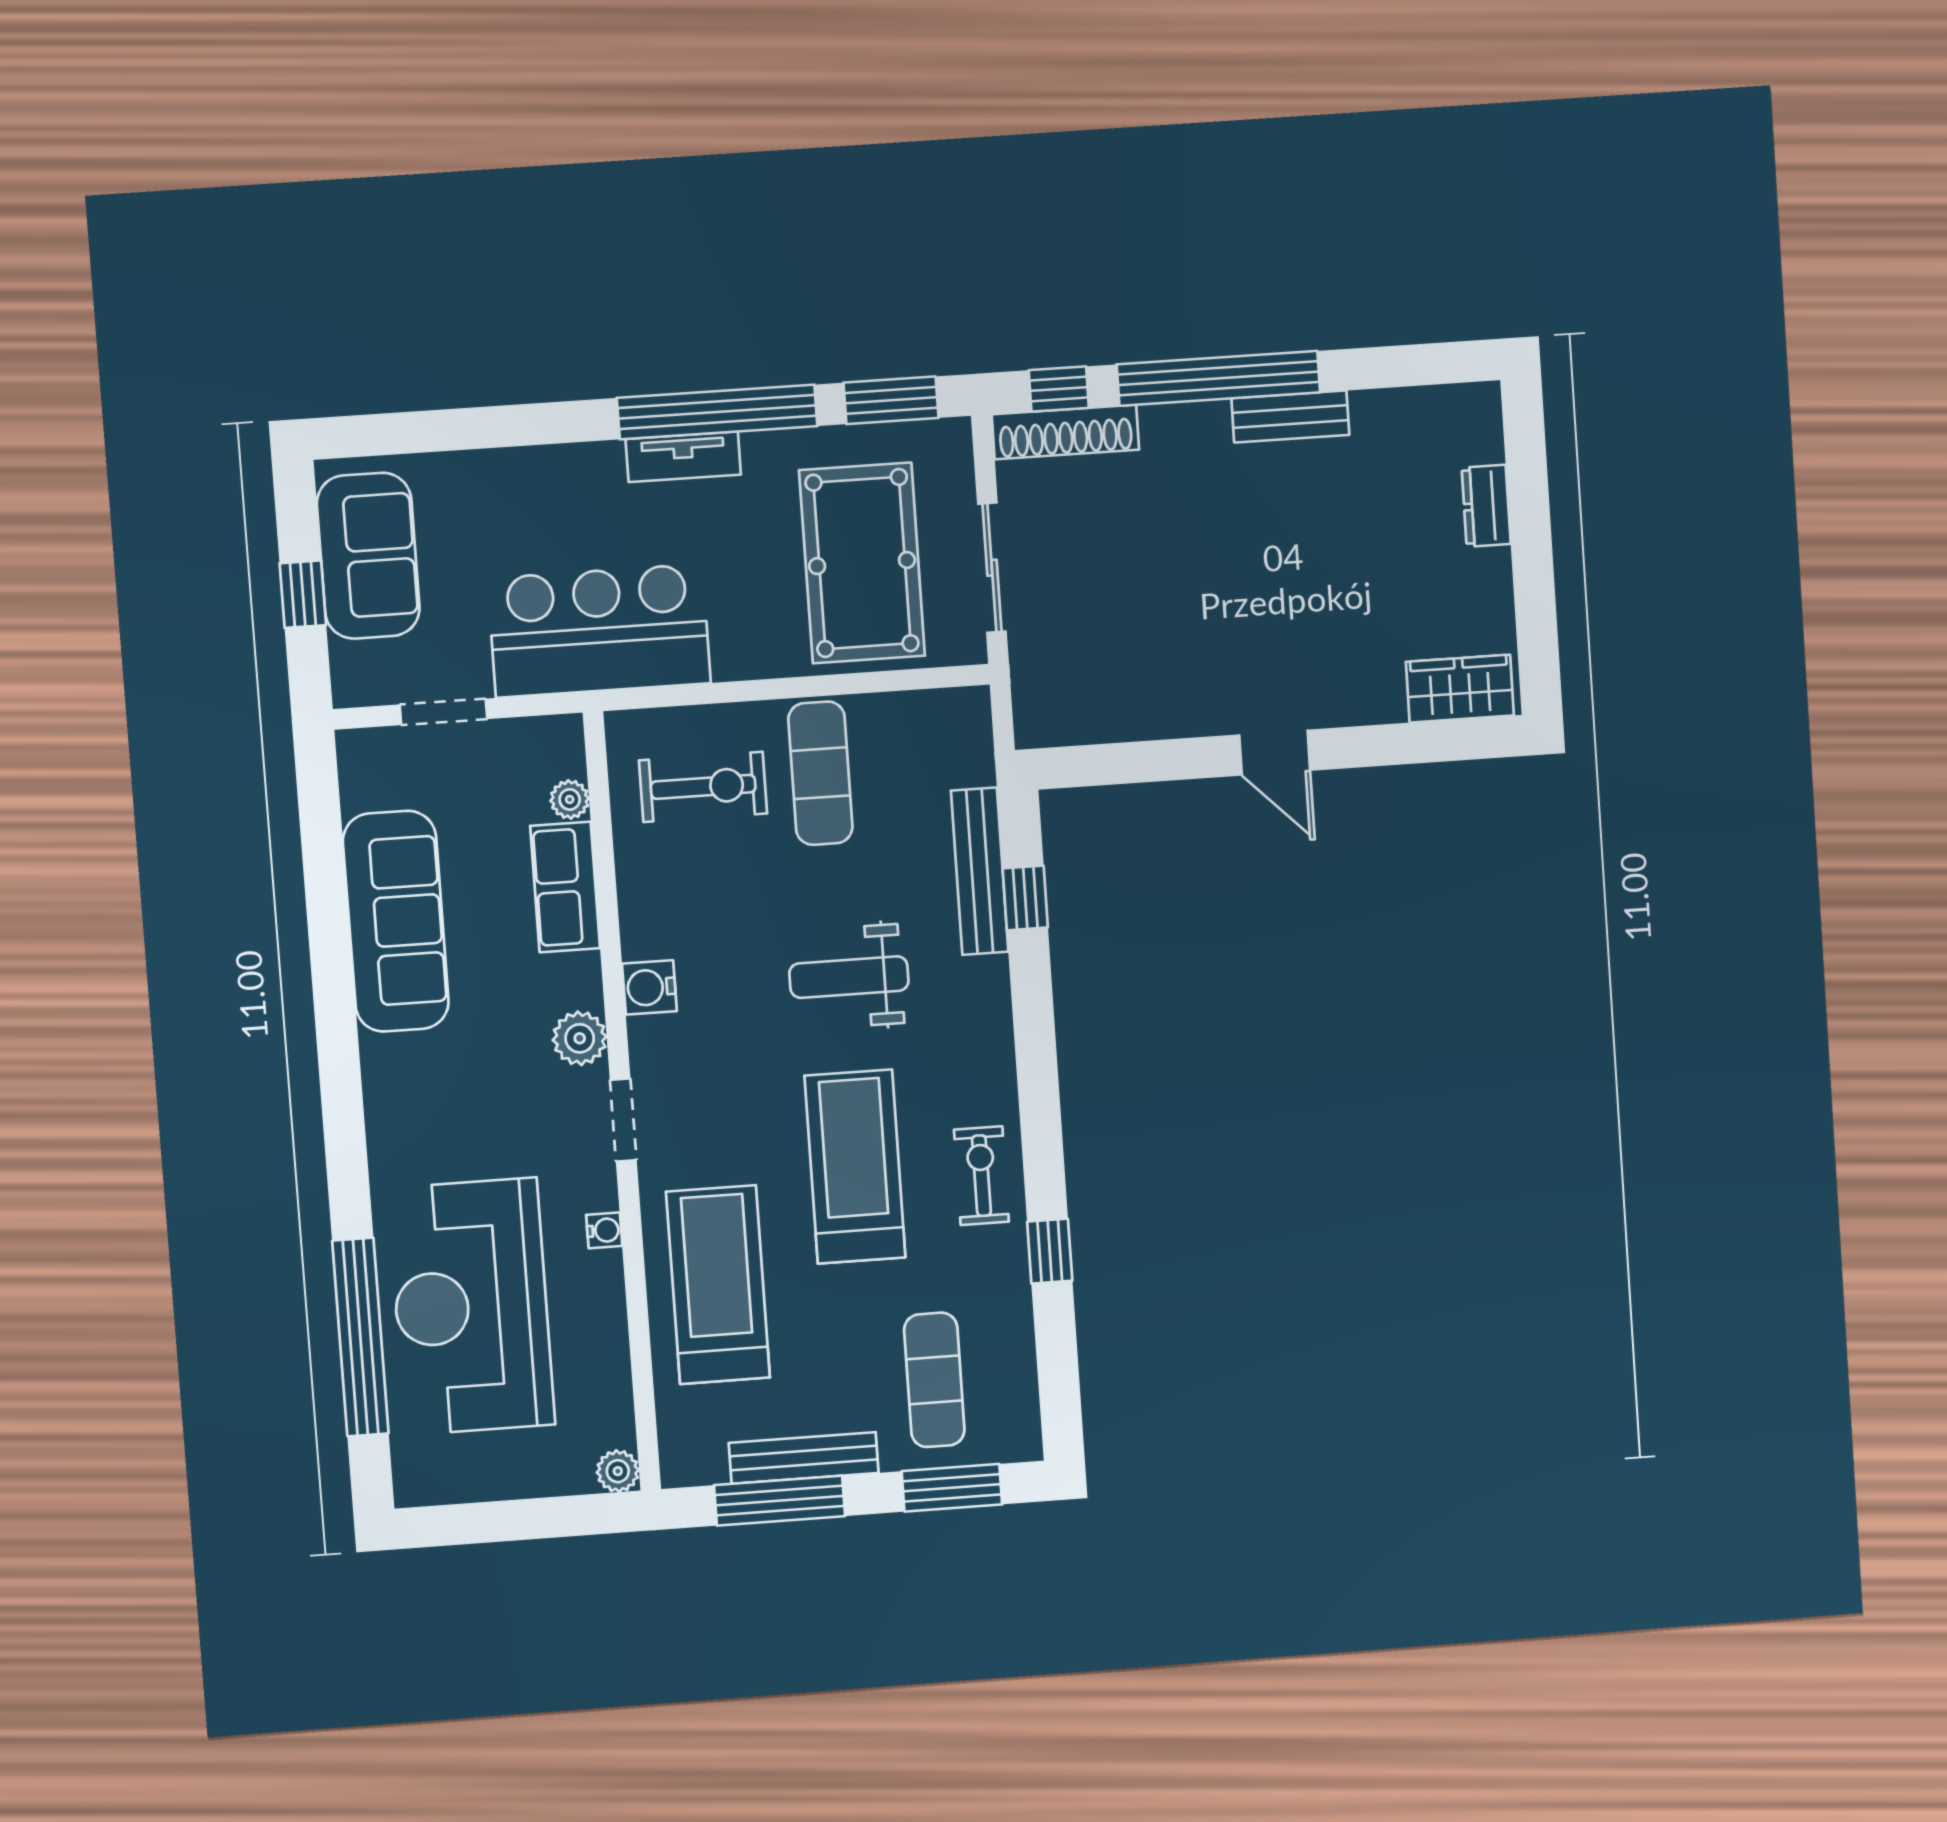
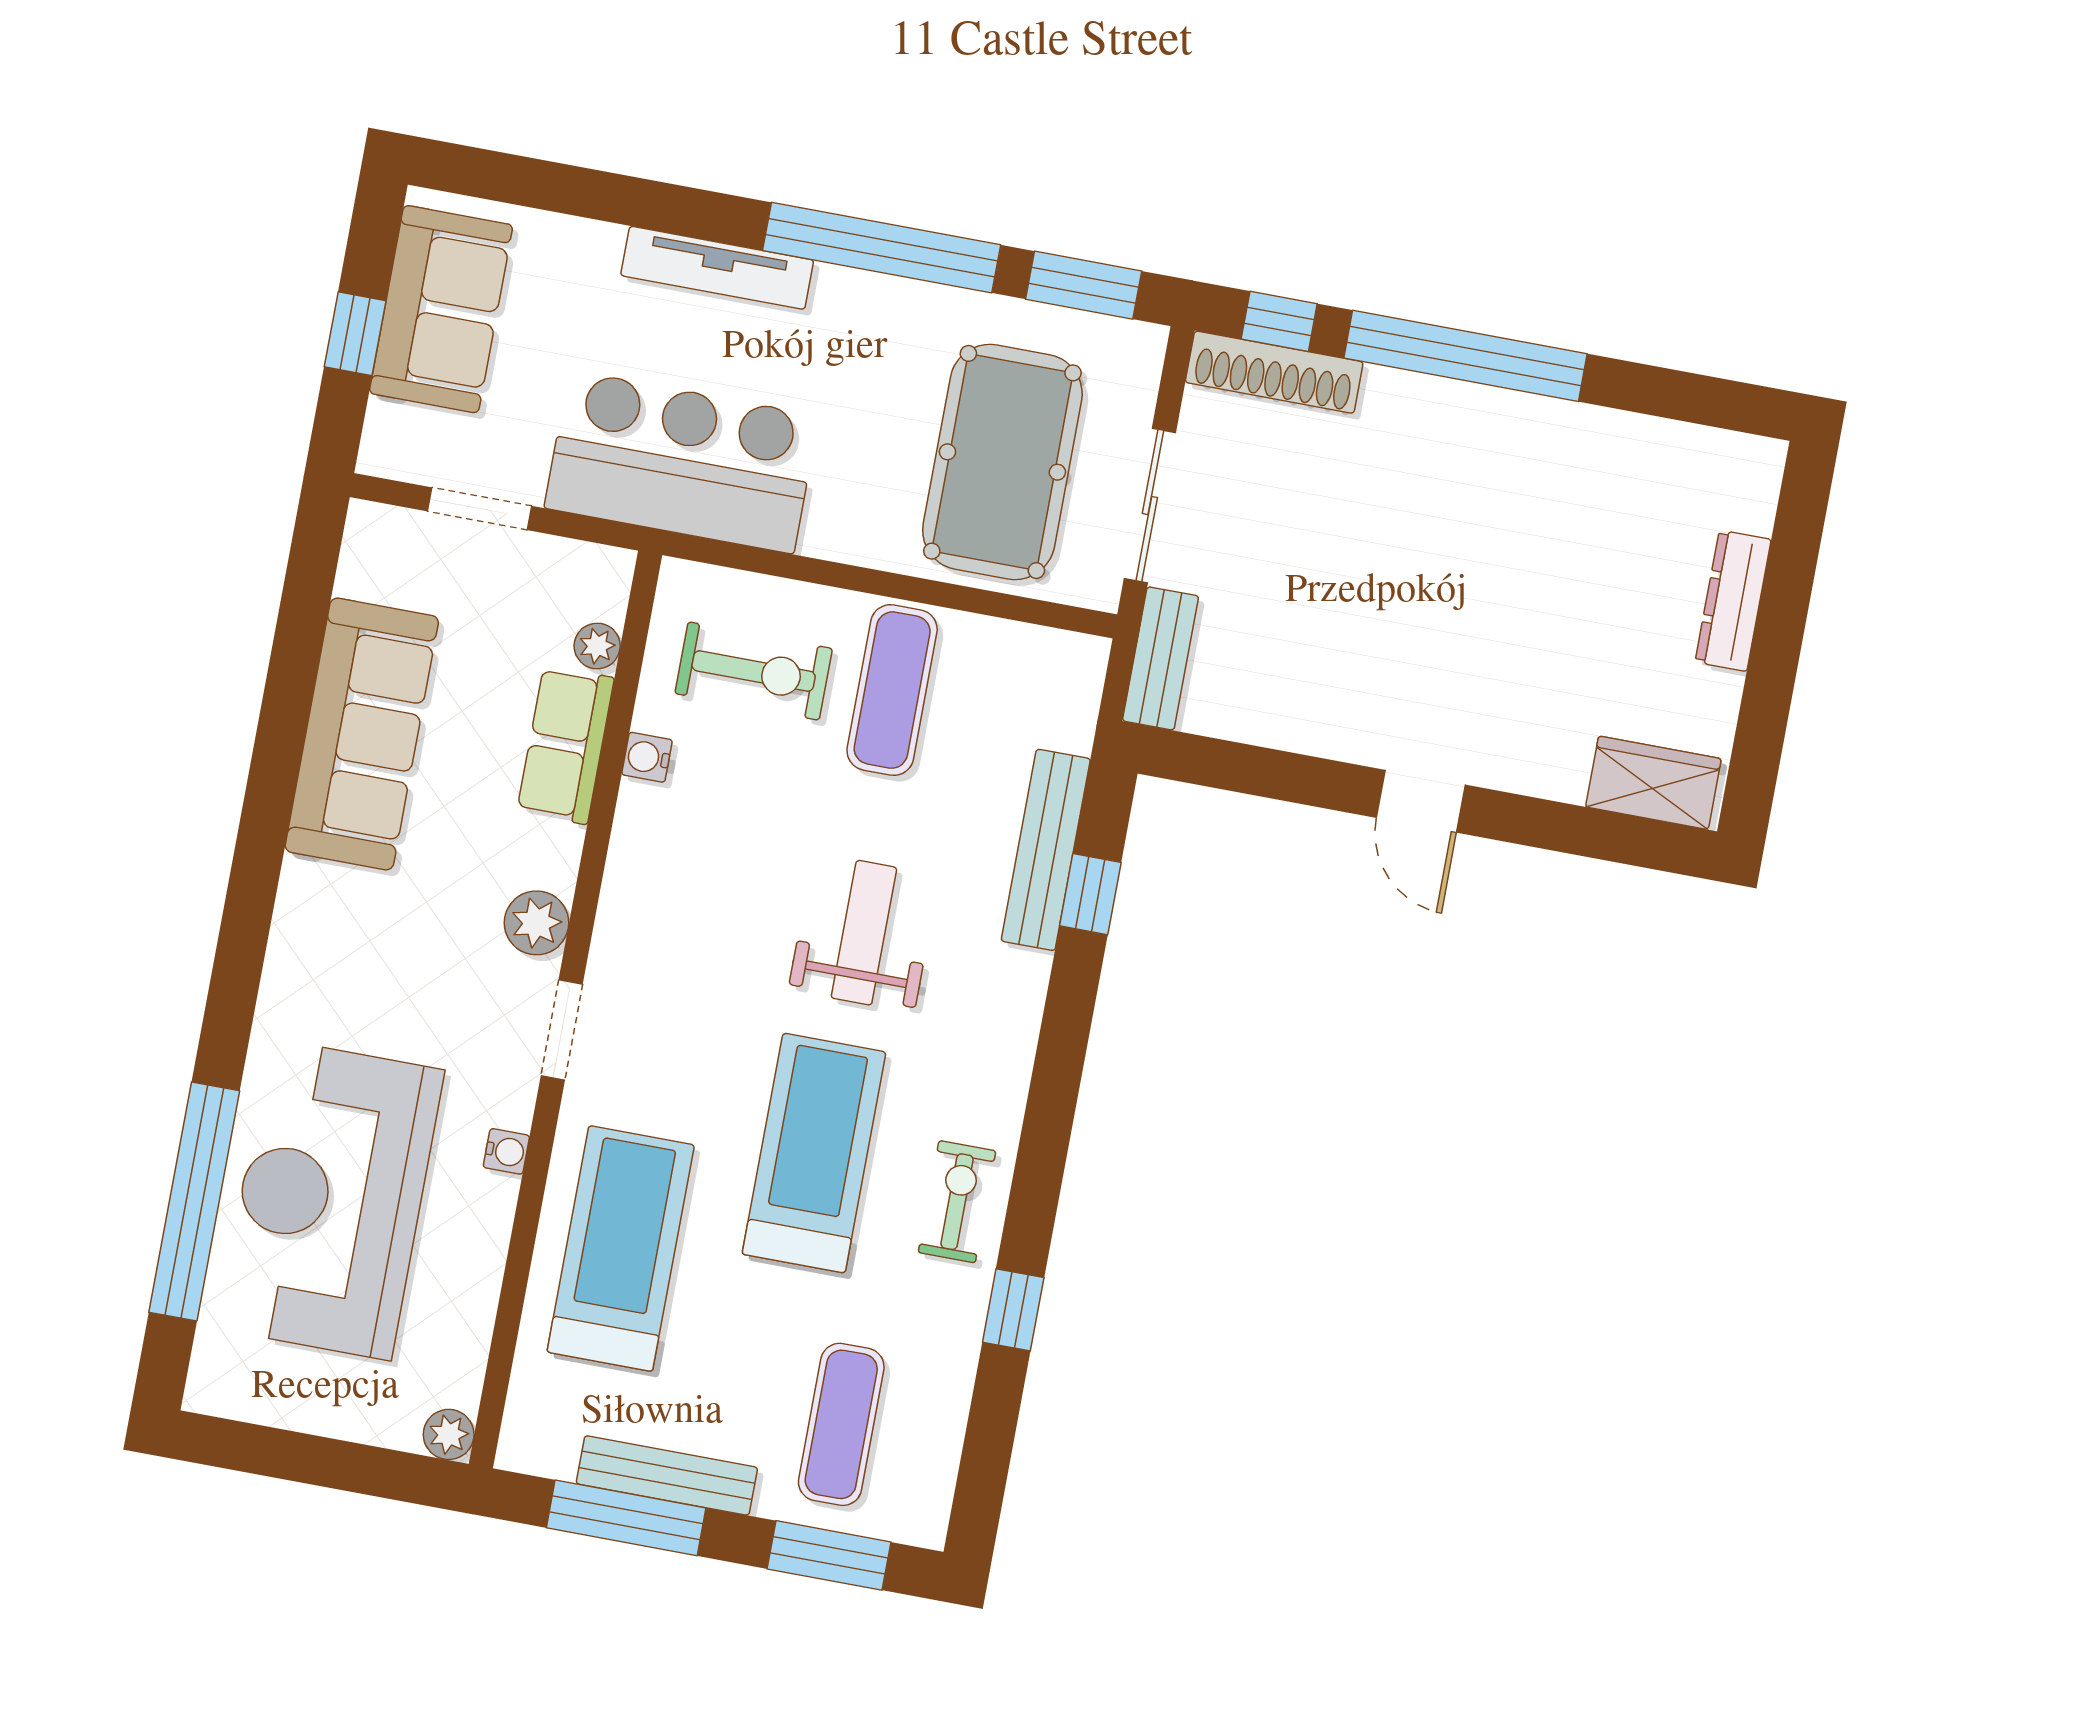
bench: (1290, 417) -> (1161, 658), moved, turned 90
tv unit: (683, 457) -> (717, 268), moved, width x1.41
dresser: (1486, 506) -> (1733, 601), width x1.44
weight bench: (849, 977) -> (864, 933), turned 90
water cooler: (649, 987) -> (647, 757), moved, width x0.72, depth x0.72

